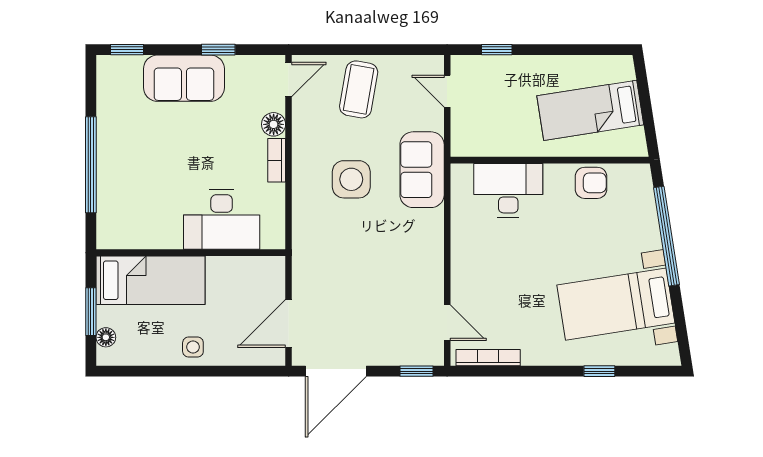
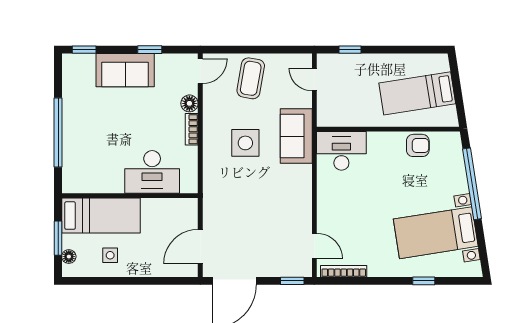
desk: (508, 190) -> (341, 151), moved
side table: (193, 347) -> (110, 255), moved

